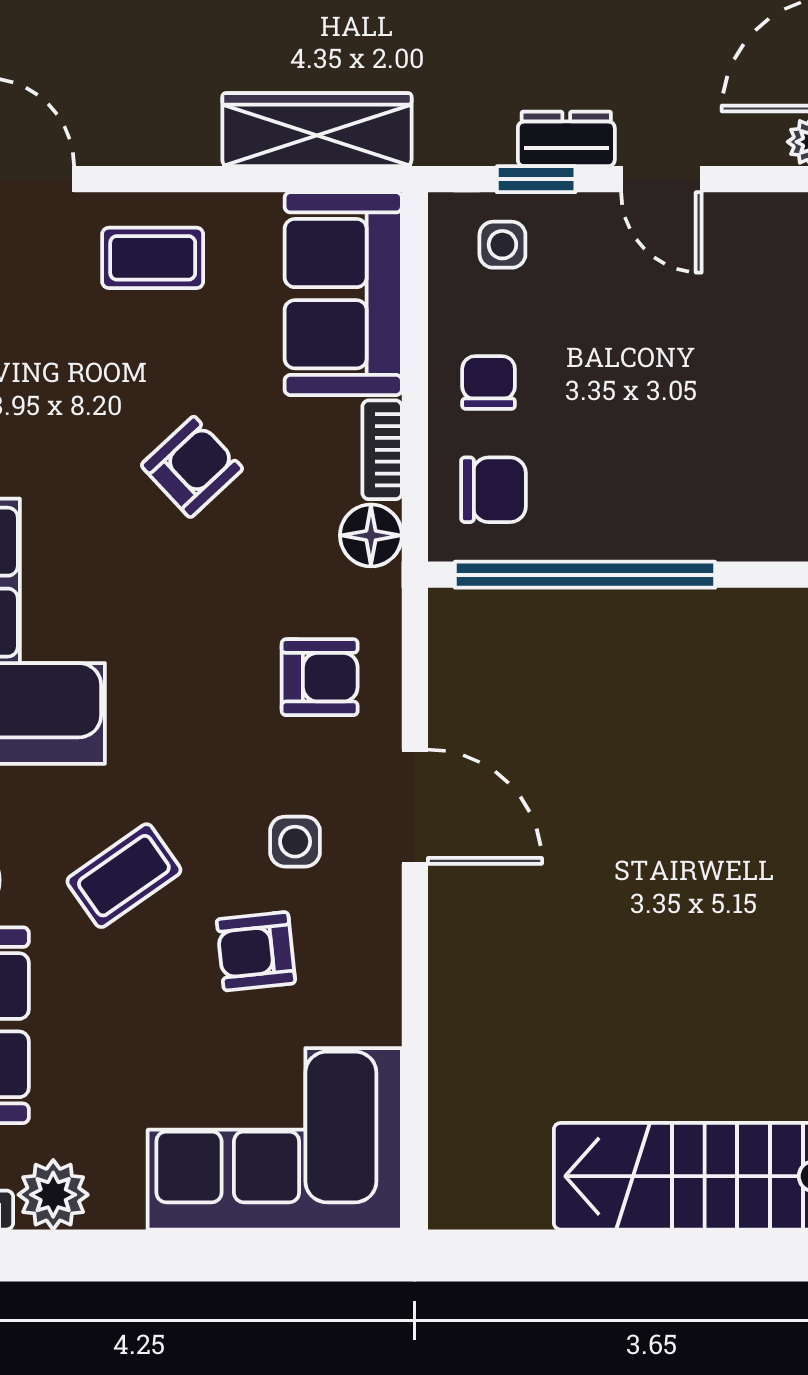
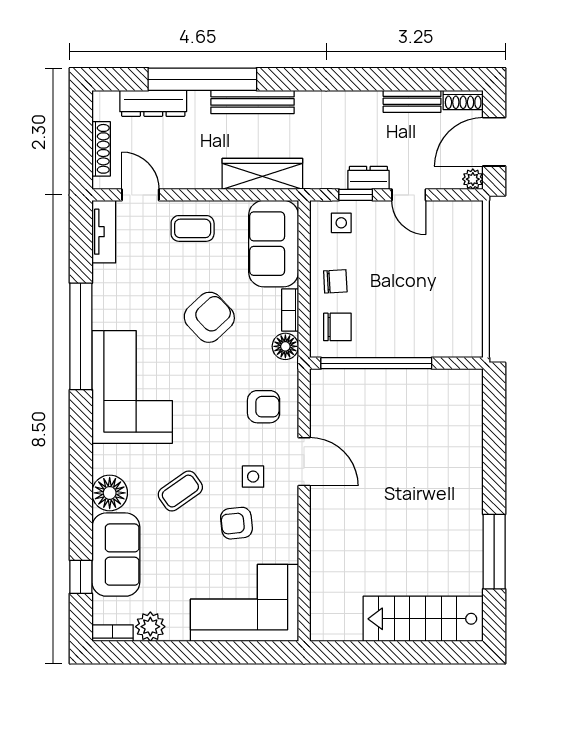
chair: (489, 382) -> (335, 281), turned 87
armchair: (192, 467) -> (209, 317), width x1.38, depth x1.38

